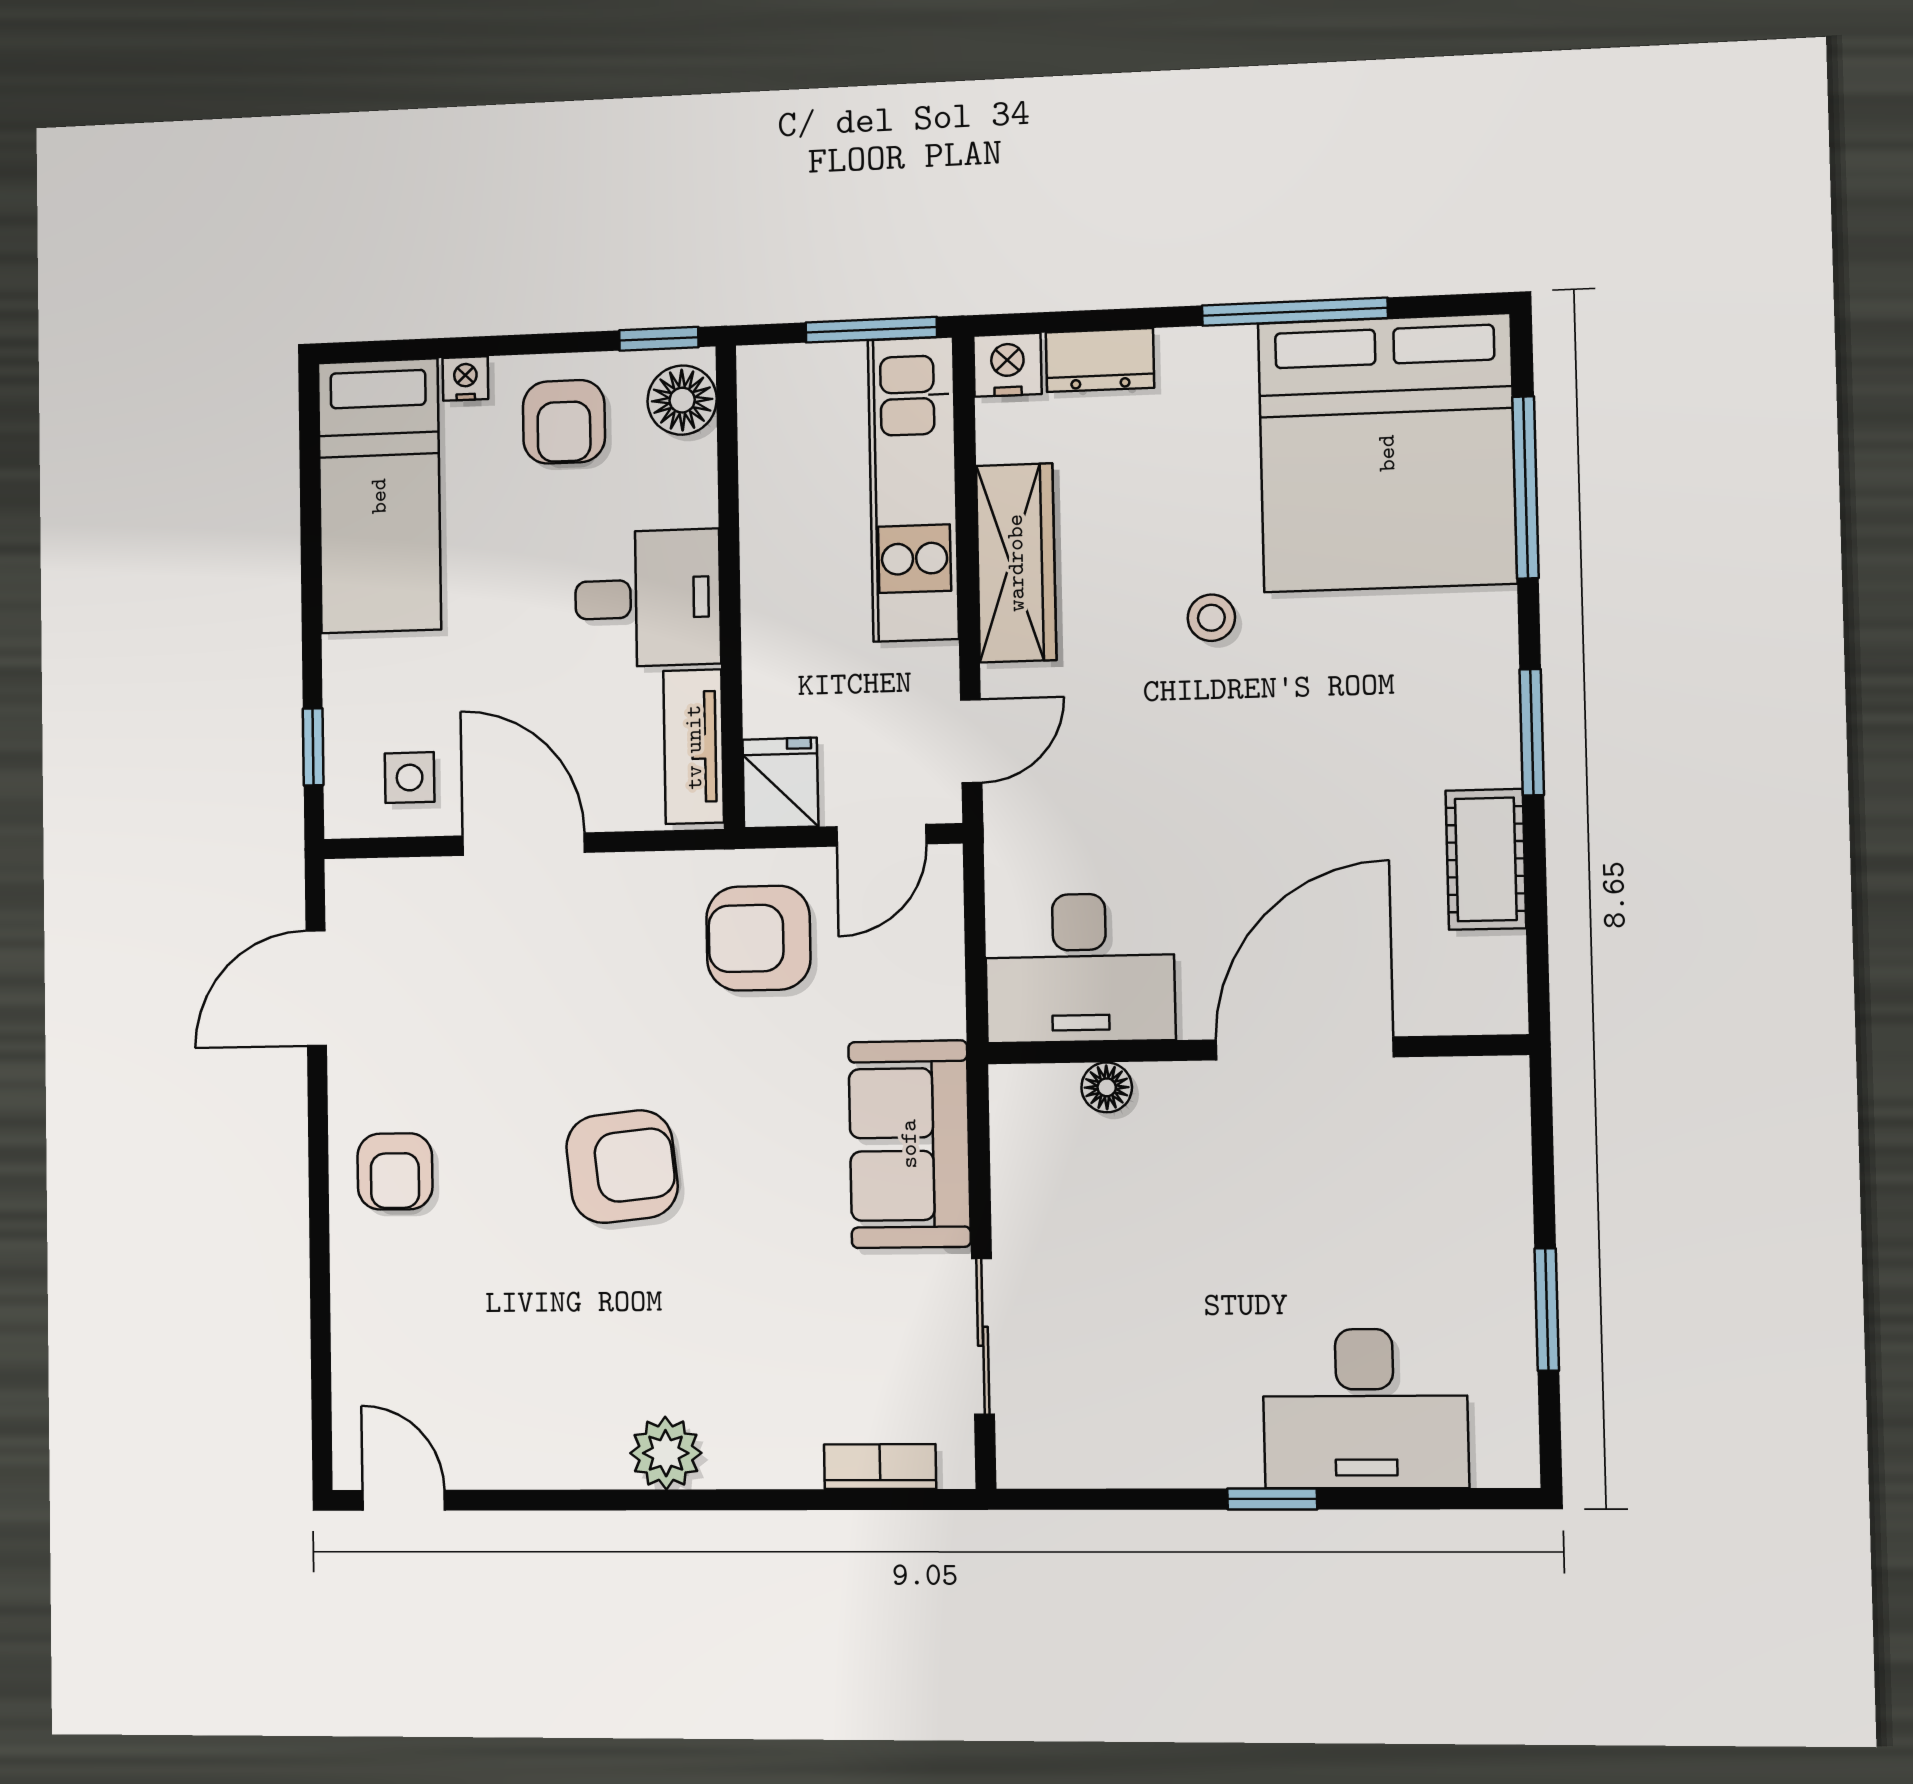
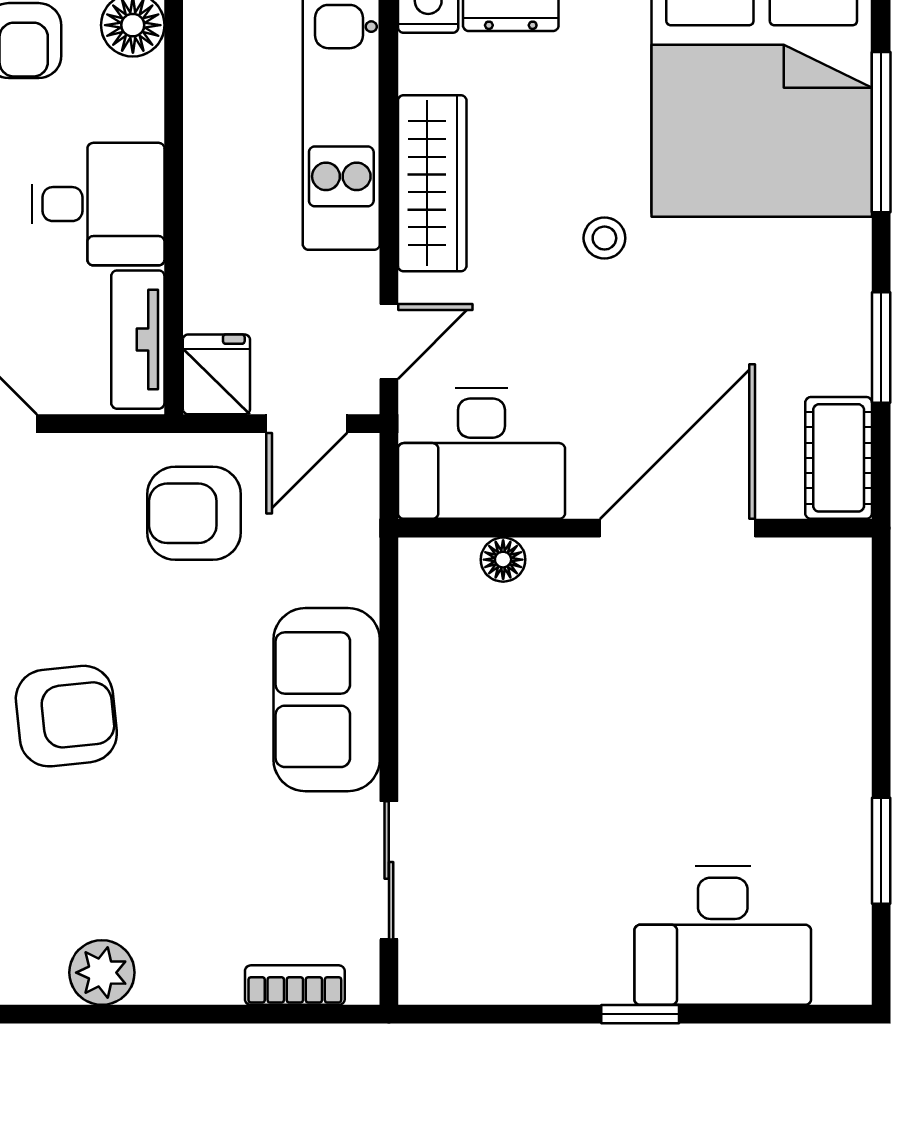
desk: (1080, 968) -> (481, 453), moved
door: (1305, 1048) -> (677, 528), moved
wall: (1256, 1049) -> (635, 528), moved
floor lamp: (1107, 1087) -> (503, 560), moved

